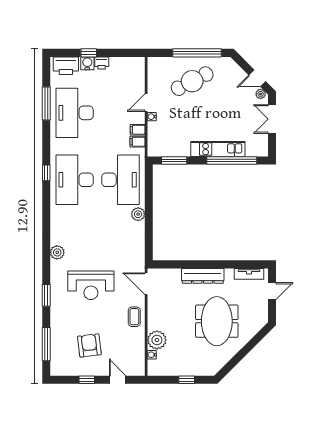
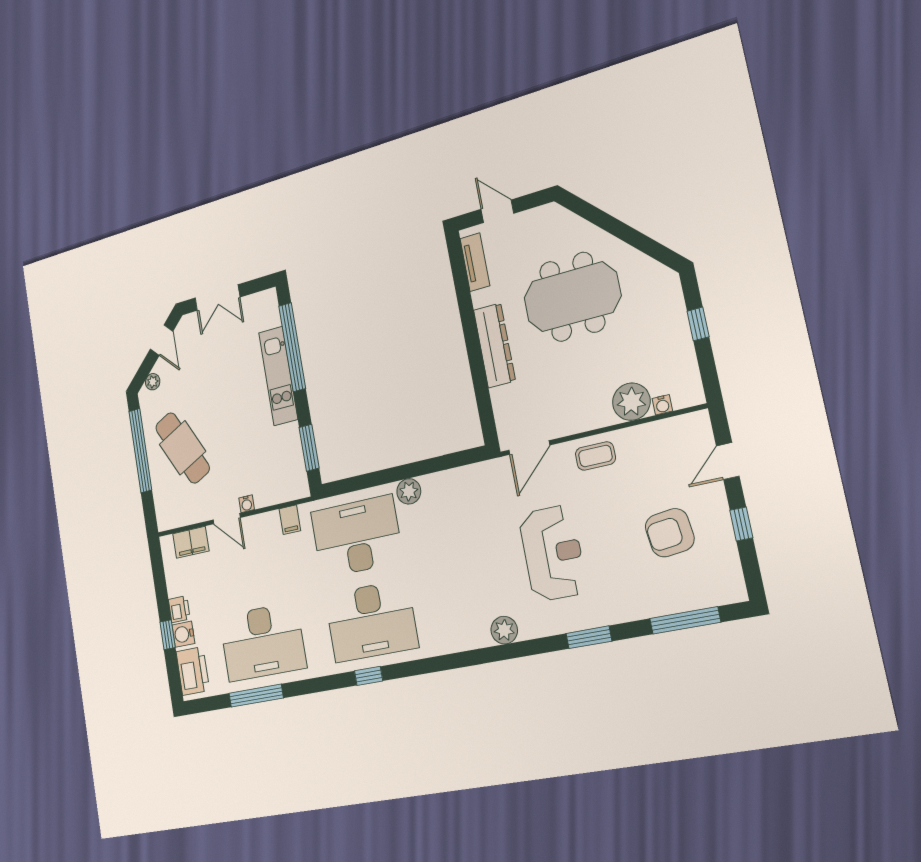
plant: (261, 94) -> (153, 382), moved
filing cabinet: (138, 130) -> (191, 542), moved, width x2.00

